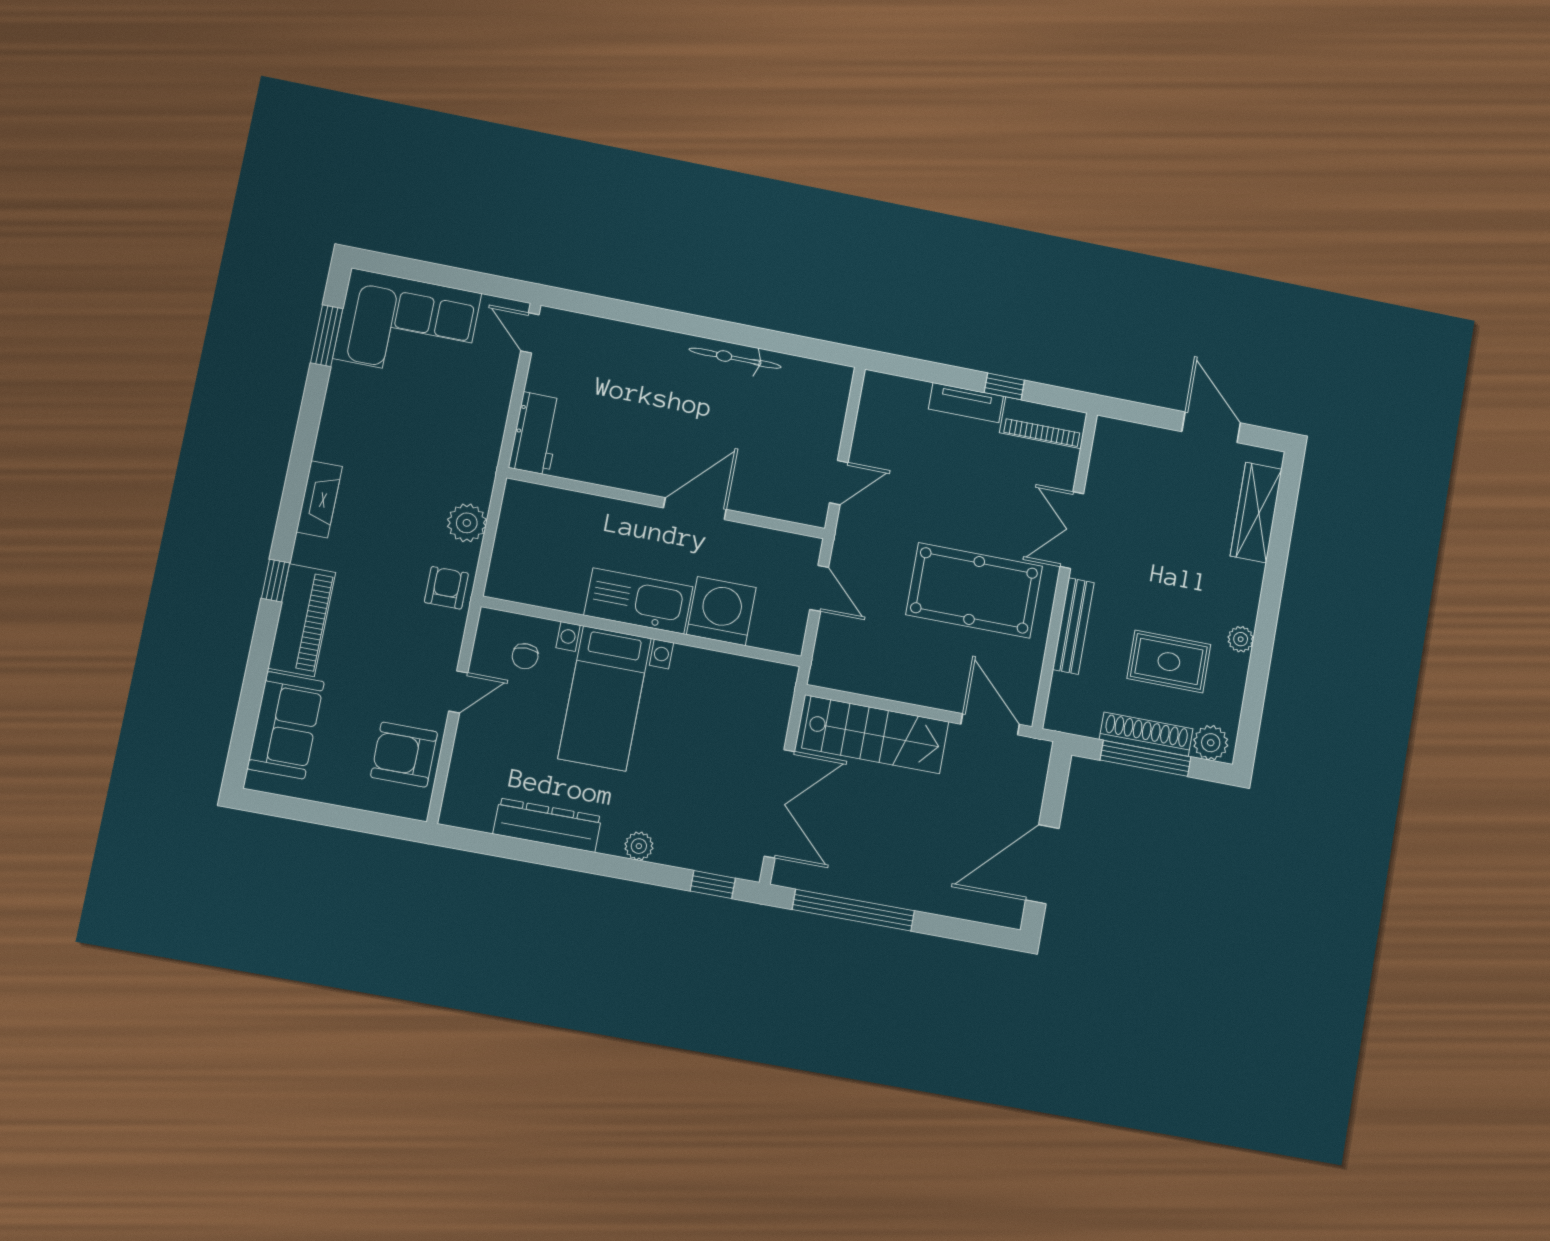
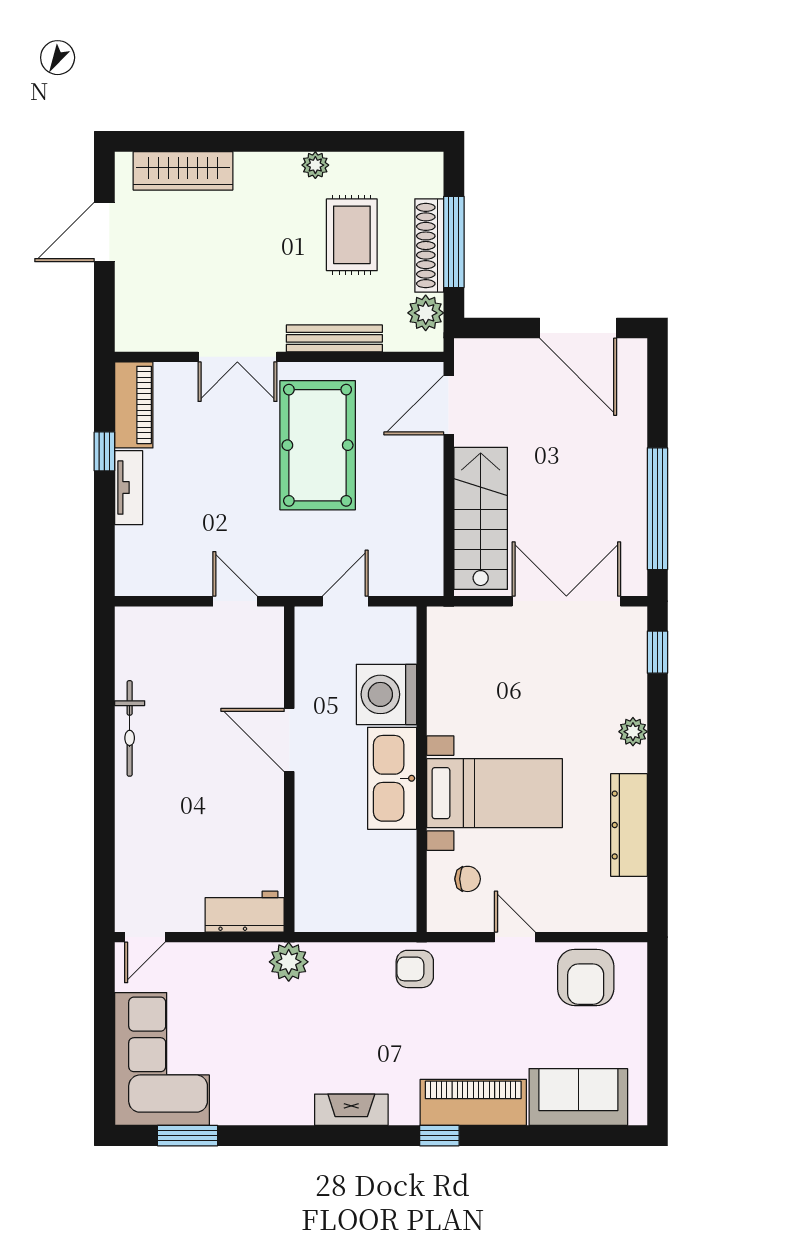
plant: (467, 523) -> (289, 962), moved
plant: (1211, 743) -> (426, 313), moved

